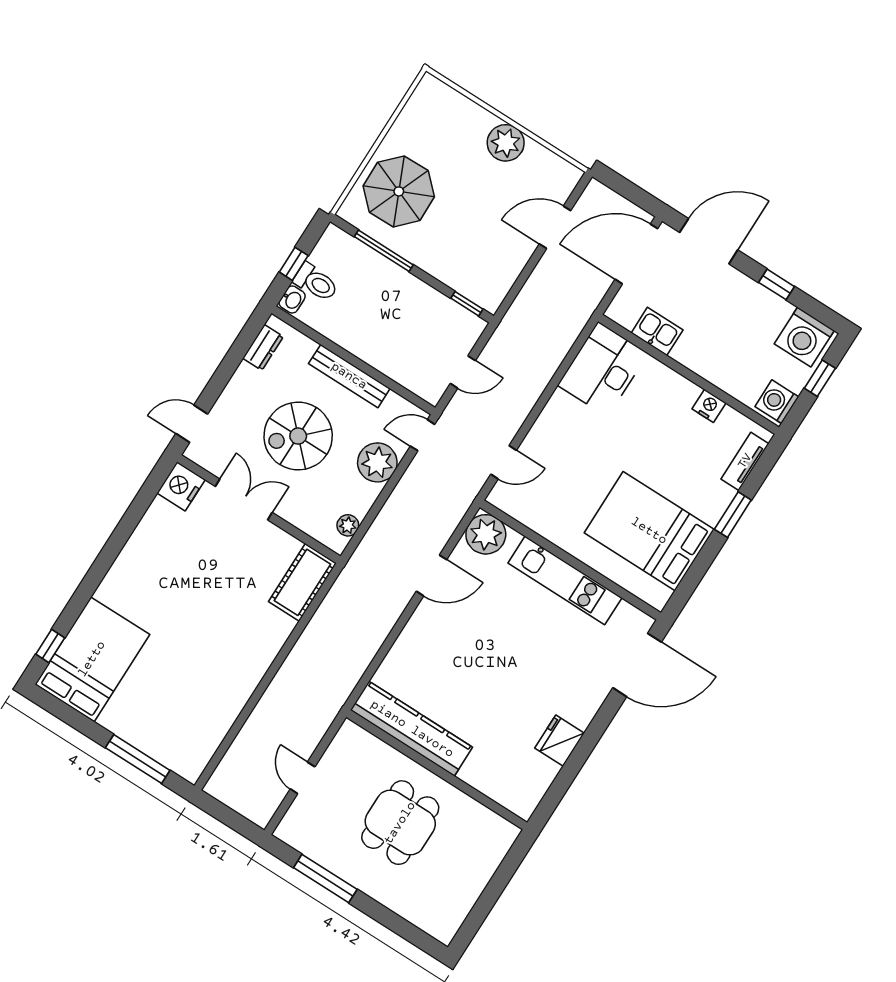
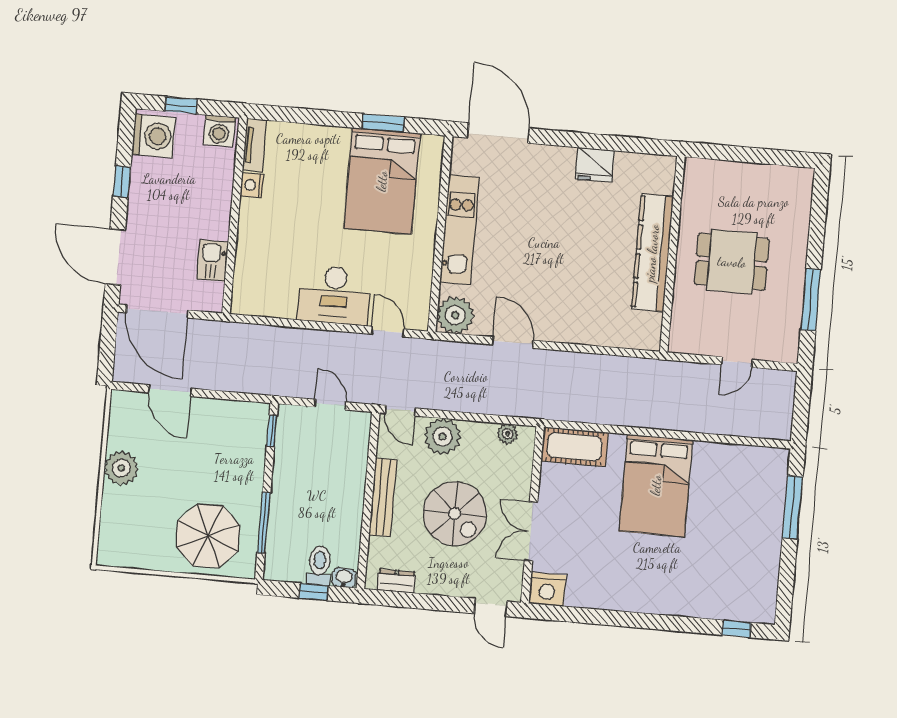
desk: (603, 369) -> (334, 295), moved
tv unit: (745, 461) -> (254, 145), moved, turned -90
window: (733, 515) -> (383, 123), moved
bed: (92, 659) -> (656, 485), moved, turned -90
kitchen counter: (412, 729) -> (652, 253), moved

